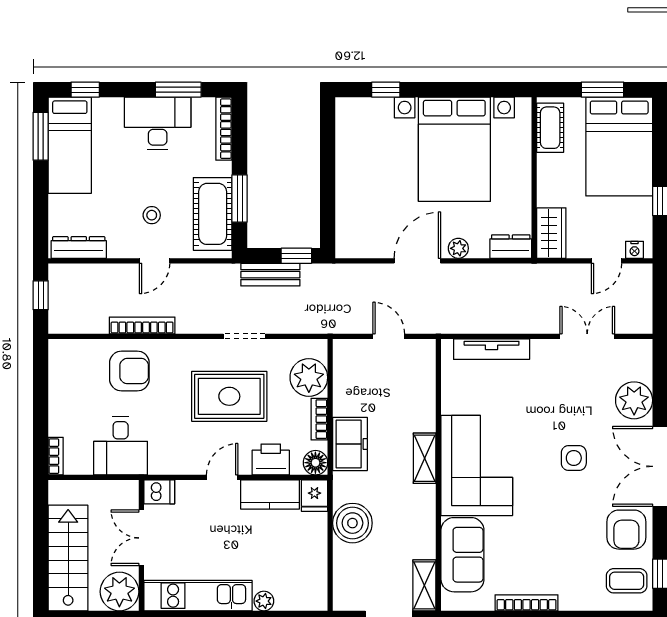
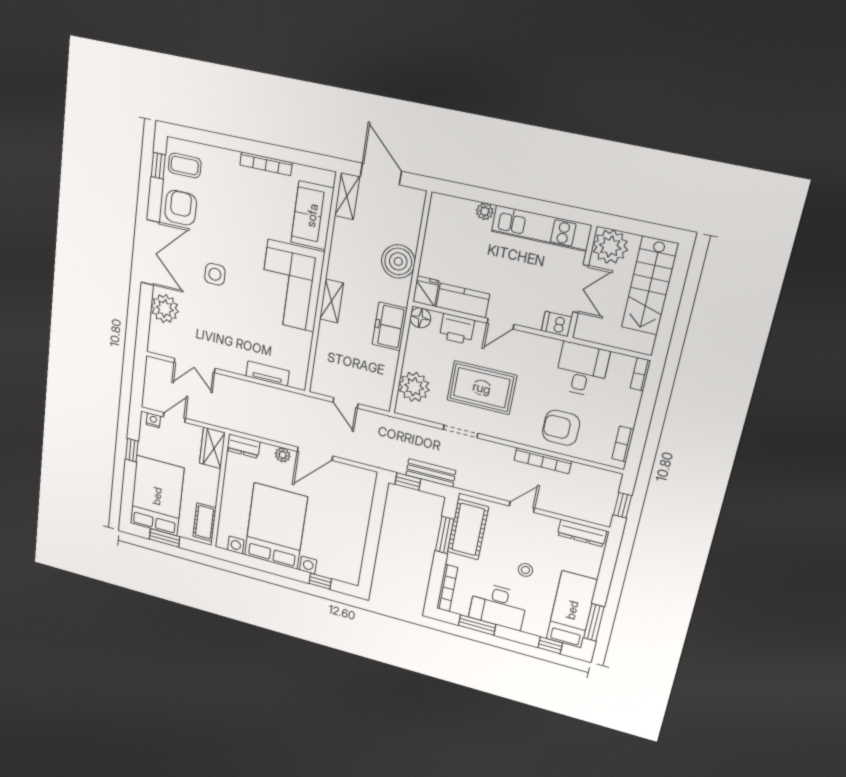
stool: (152, 215) -> (525, 570), moved
tv unit: (492, 349) -> (268, 374), width x0.71
bookcase: (319, 419) -> (623, 444), moved, turned 180

